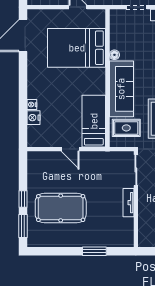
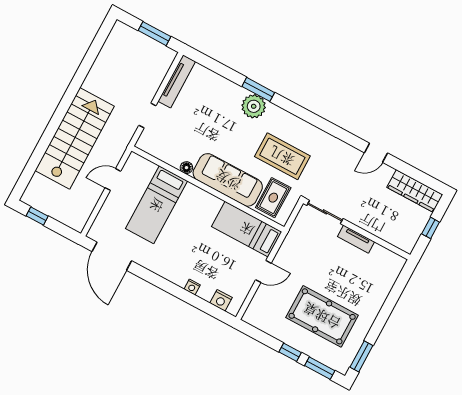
bed: (77, 48) -> (157, 205), width x0.67
nightstand: (33, 118) -> (221, 300), moved
pool table: (61, 208) -> (322, 316), turned 90
window: (94, 251) -> (361, 356), moved

